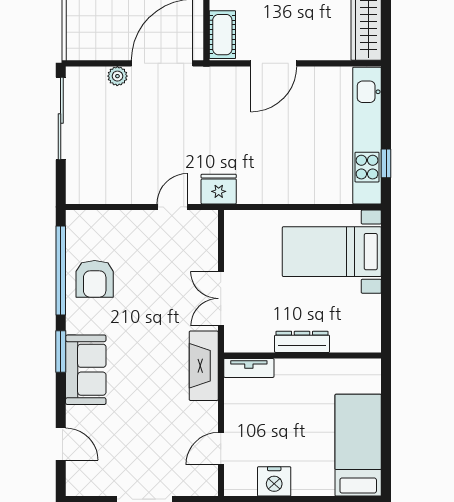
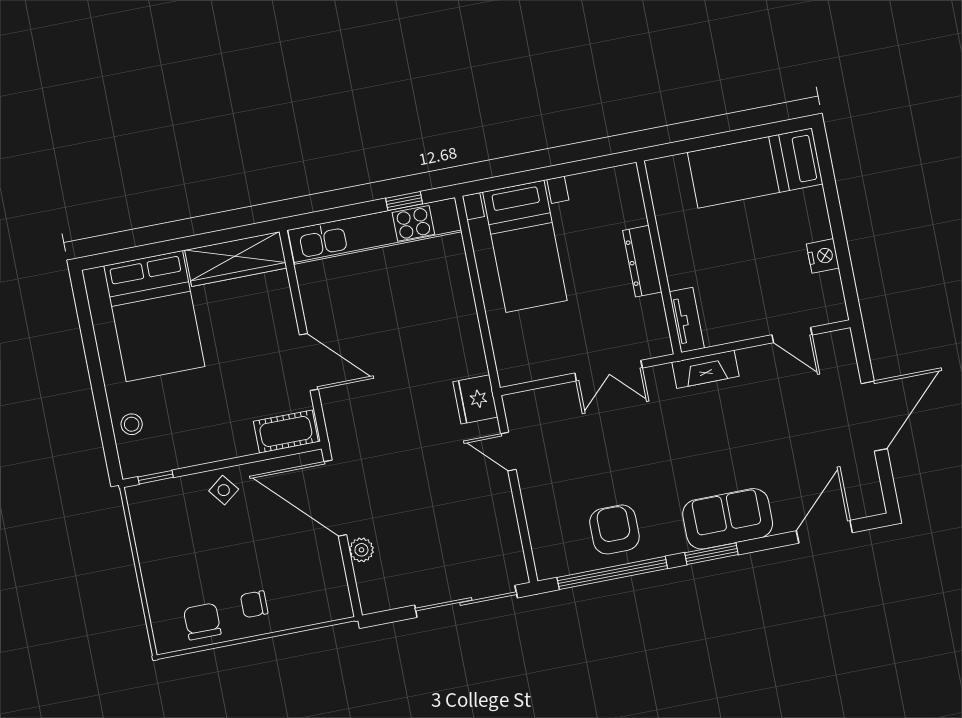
sliding door: (61, 118) -> (466, 601), moved
armchair: (95, 279) -> (614, 529), turned -90
fireplace: (204, 366) -> (705, 369), width x0.73, depth x0.76
door: (61, 444) -> (824, 532), width x1.38
nightstand: (274, 481) -> (823, 256), width x0.74, depth x0.75

